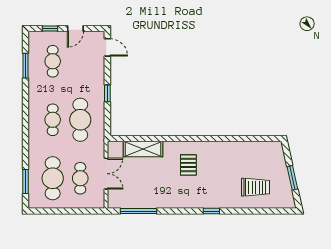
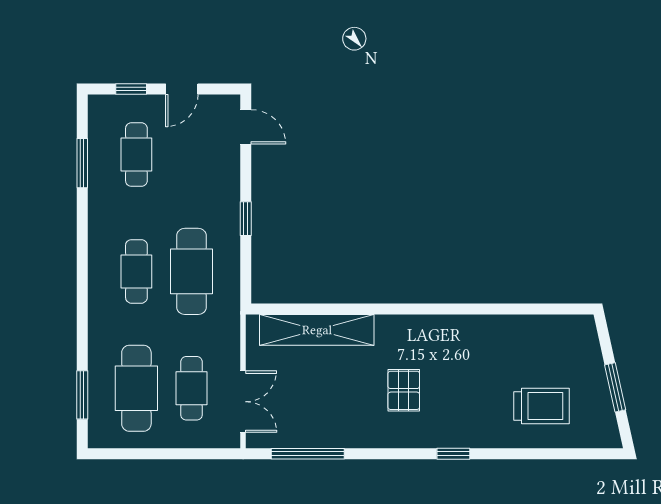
shelving: (143, 149) -> (317, 330), width x1.47
pallet: (188, 165) -> (404, 390), moved
double door: (106, 174) -> (243, 402), moved

